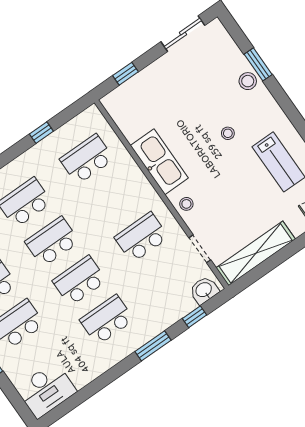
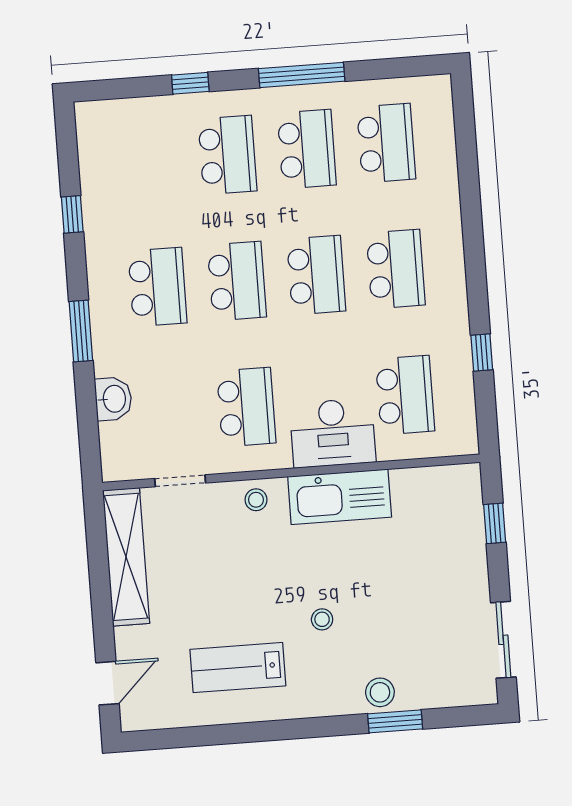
washbasin: (204, 290) -> (113, 399), moved
window: (195, 317) -> (72, 214), moved
desk: (46, 390) -> (333, 433), moved, turned -90

